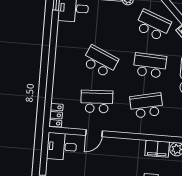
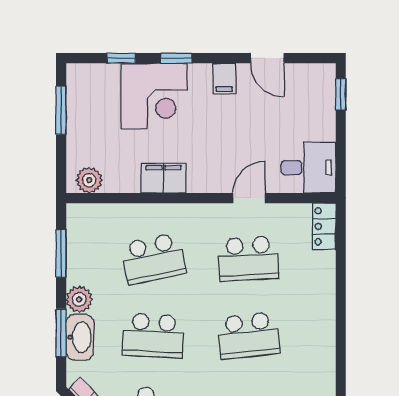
school desk: (100, 61) -> (248, 335), turned -30
filing cabinet: (157, 149) -> (163, 178), moved

